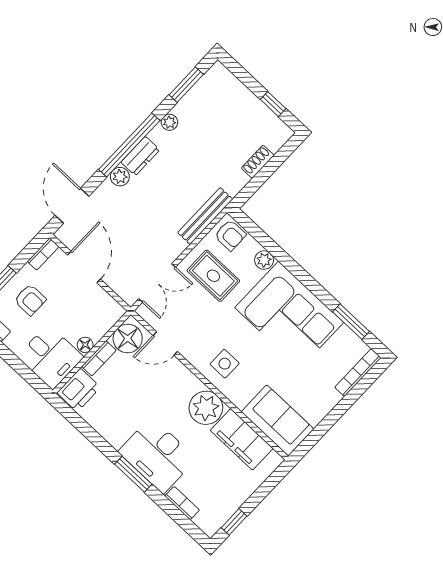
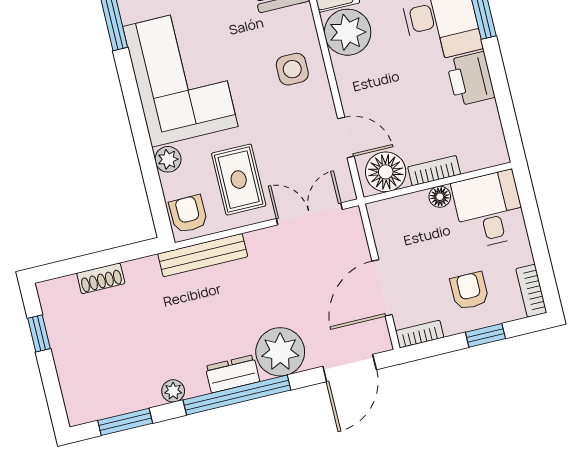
plant: (120, 177) -> (280, 352), width x1.87, depth x1.87
printer: (79, 390) -> (471, 79), moved, turned -90

